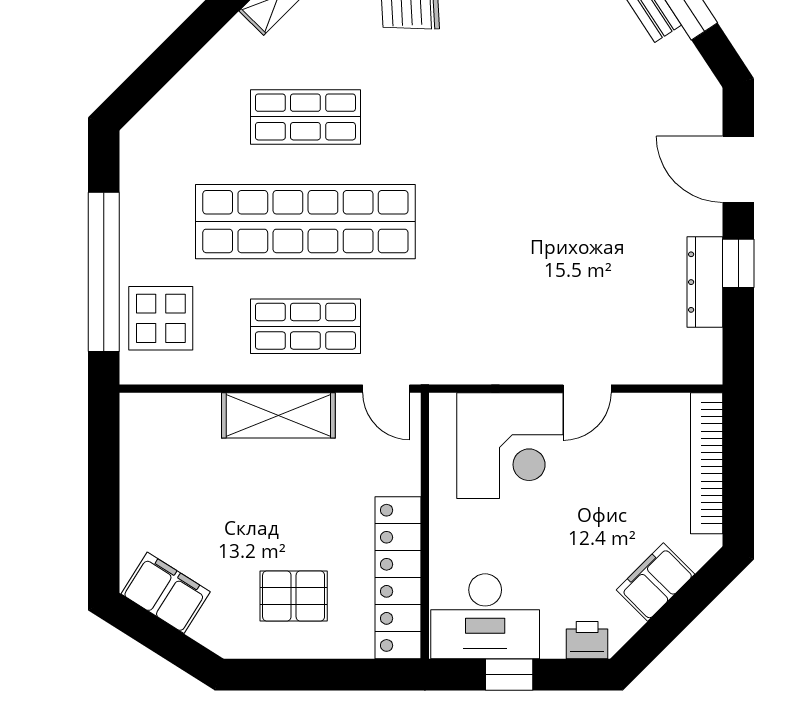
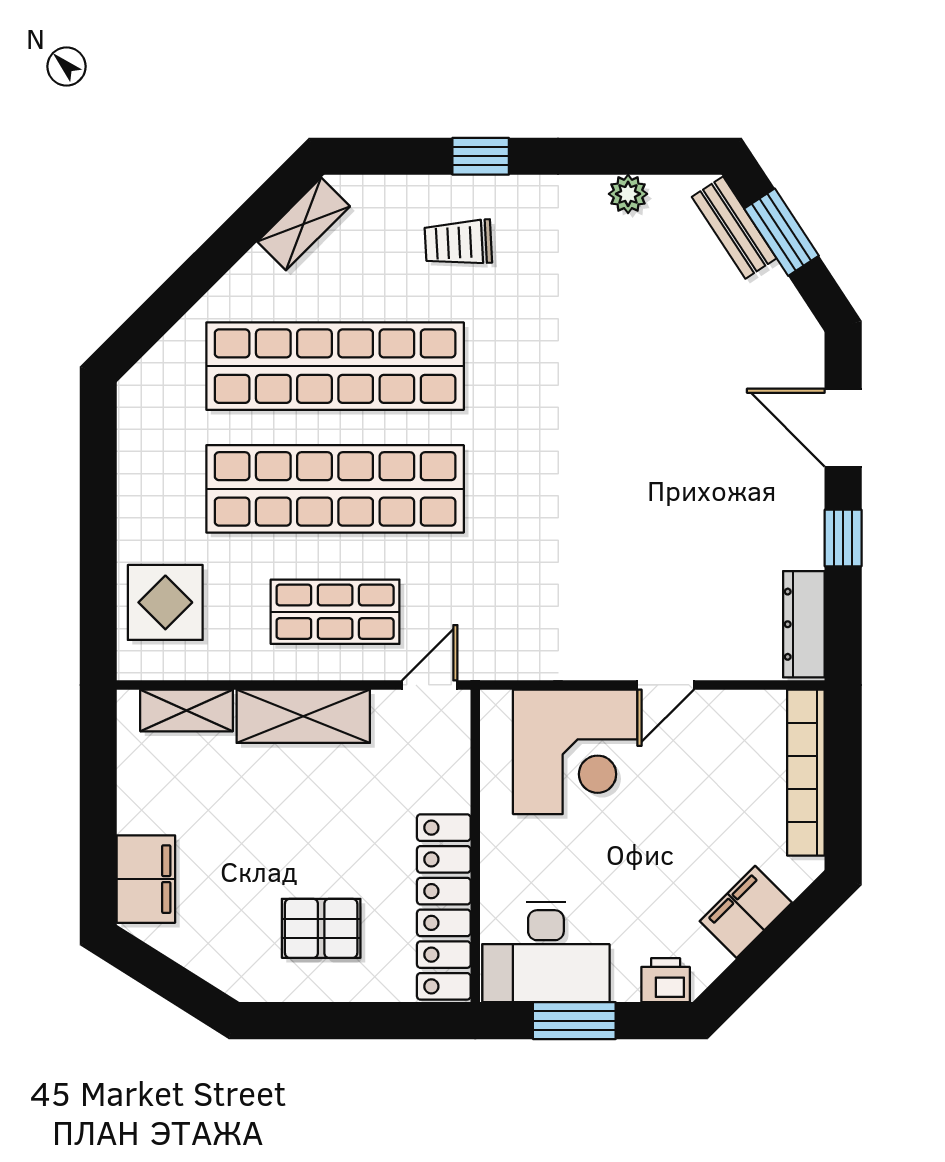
shop shelf: (305, 117) -> (335, 366), width x2.00, depth x1.36
window: (104, 272) -> (98, 548), removed
dresser: (705, 282) -> (804, 624), moved
door: (386, 389) -> (430, 685), swing flipped
shelving: (179, 410) -> (187, 710), added
filing cabinet: (166, 593) -> (146, 879), moved, turned 58
window: (509, 675) -> (574, 1021), width x1.50

